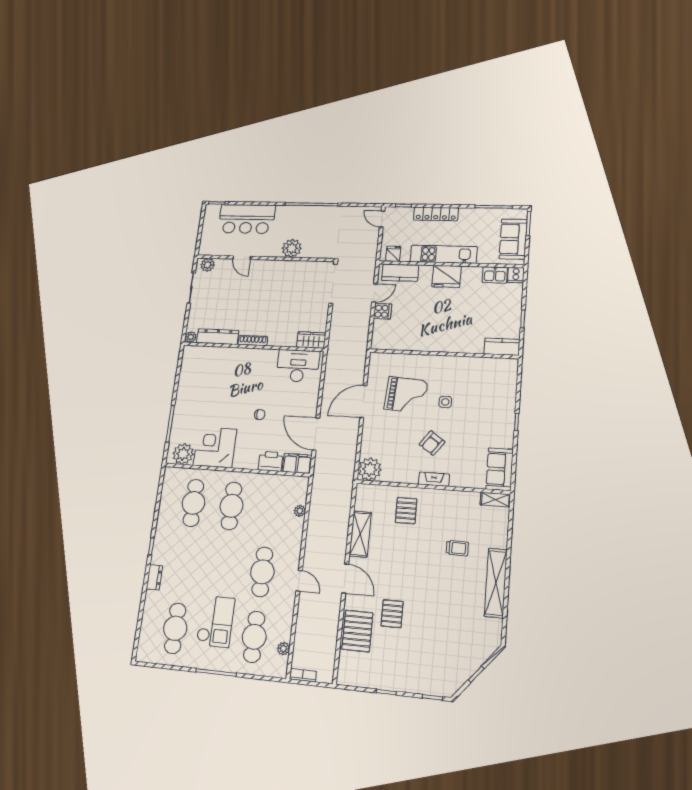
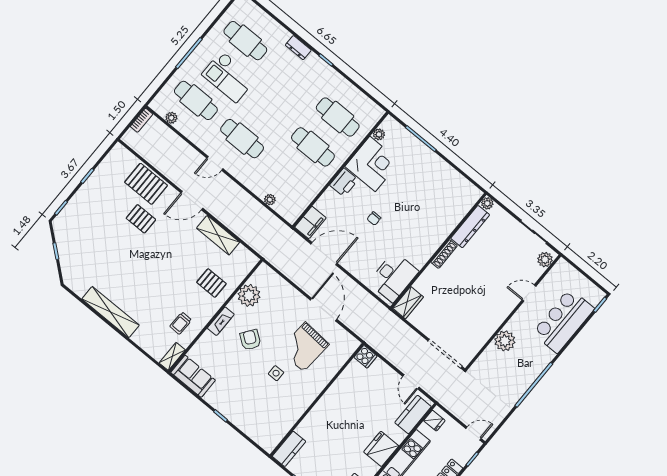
cooker: (383, 311) -> (366, 357), moved, turned -90
plant: (183, 454) -> (379, 134), width x0.53, depth x0.53
printer: (271, 461) -> (344, 182), moved
plant: (370, 469) -> (249, 295), moved
trolley: (457, 548) -> (181, 323), moved

